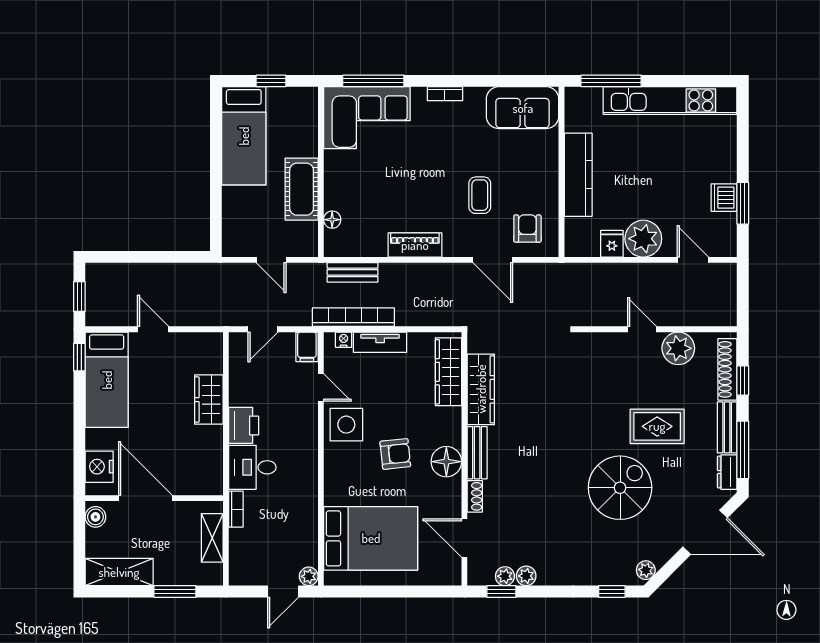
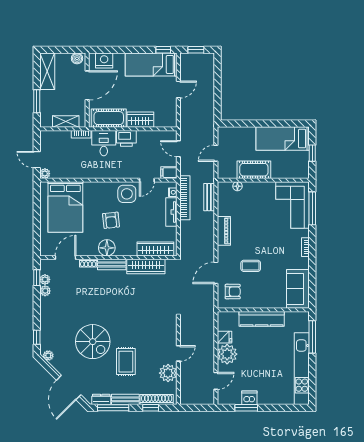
cot: (206, 458) -> (109, 118), added

